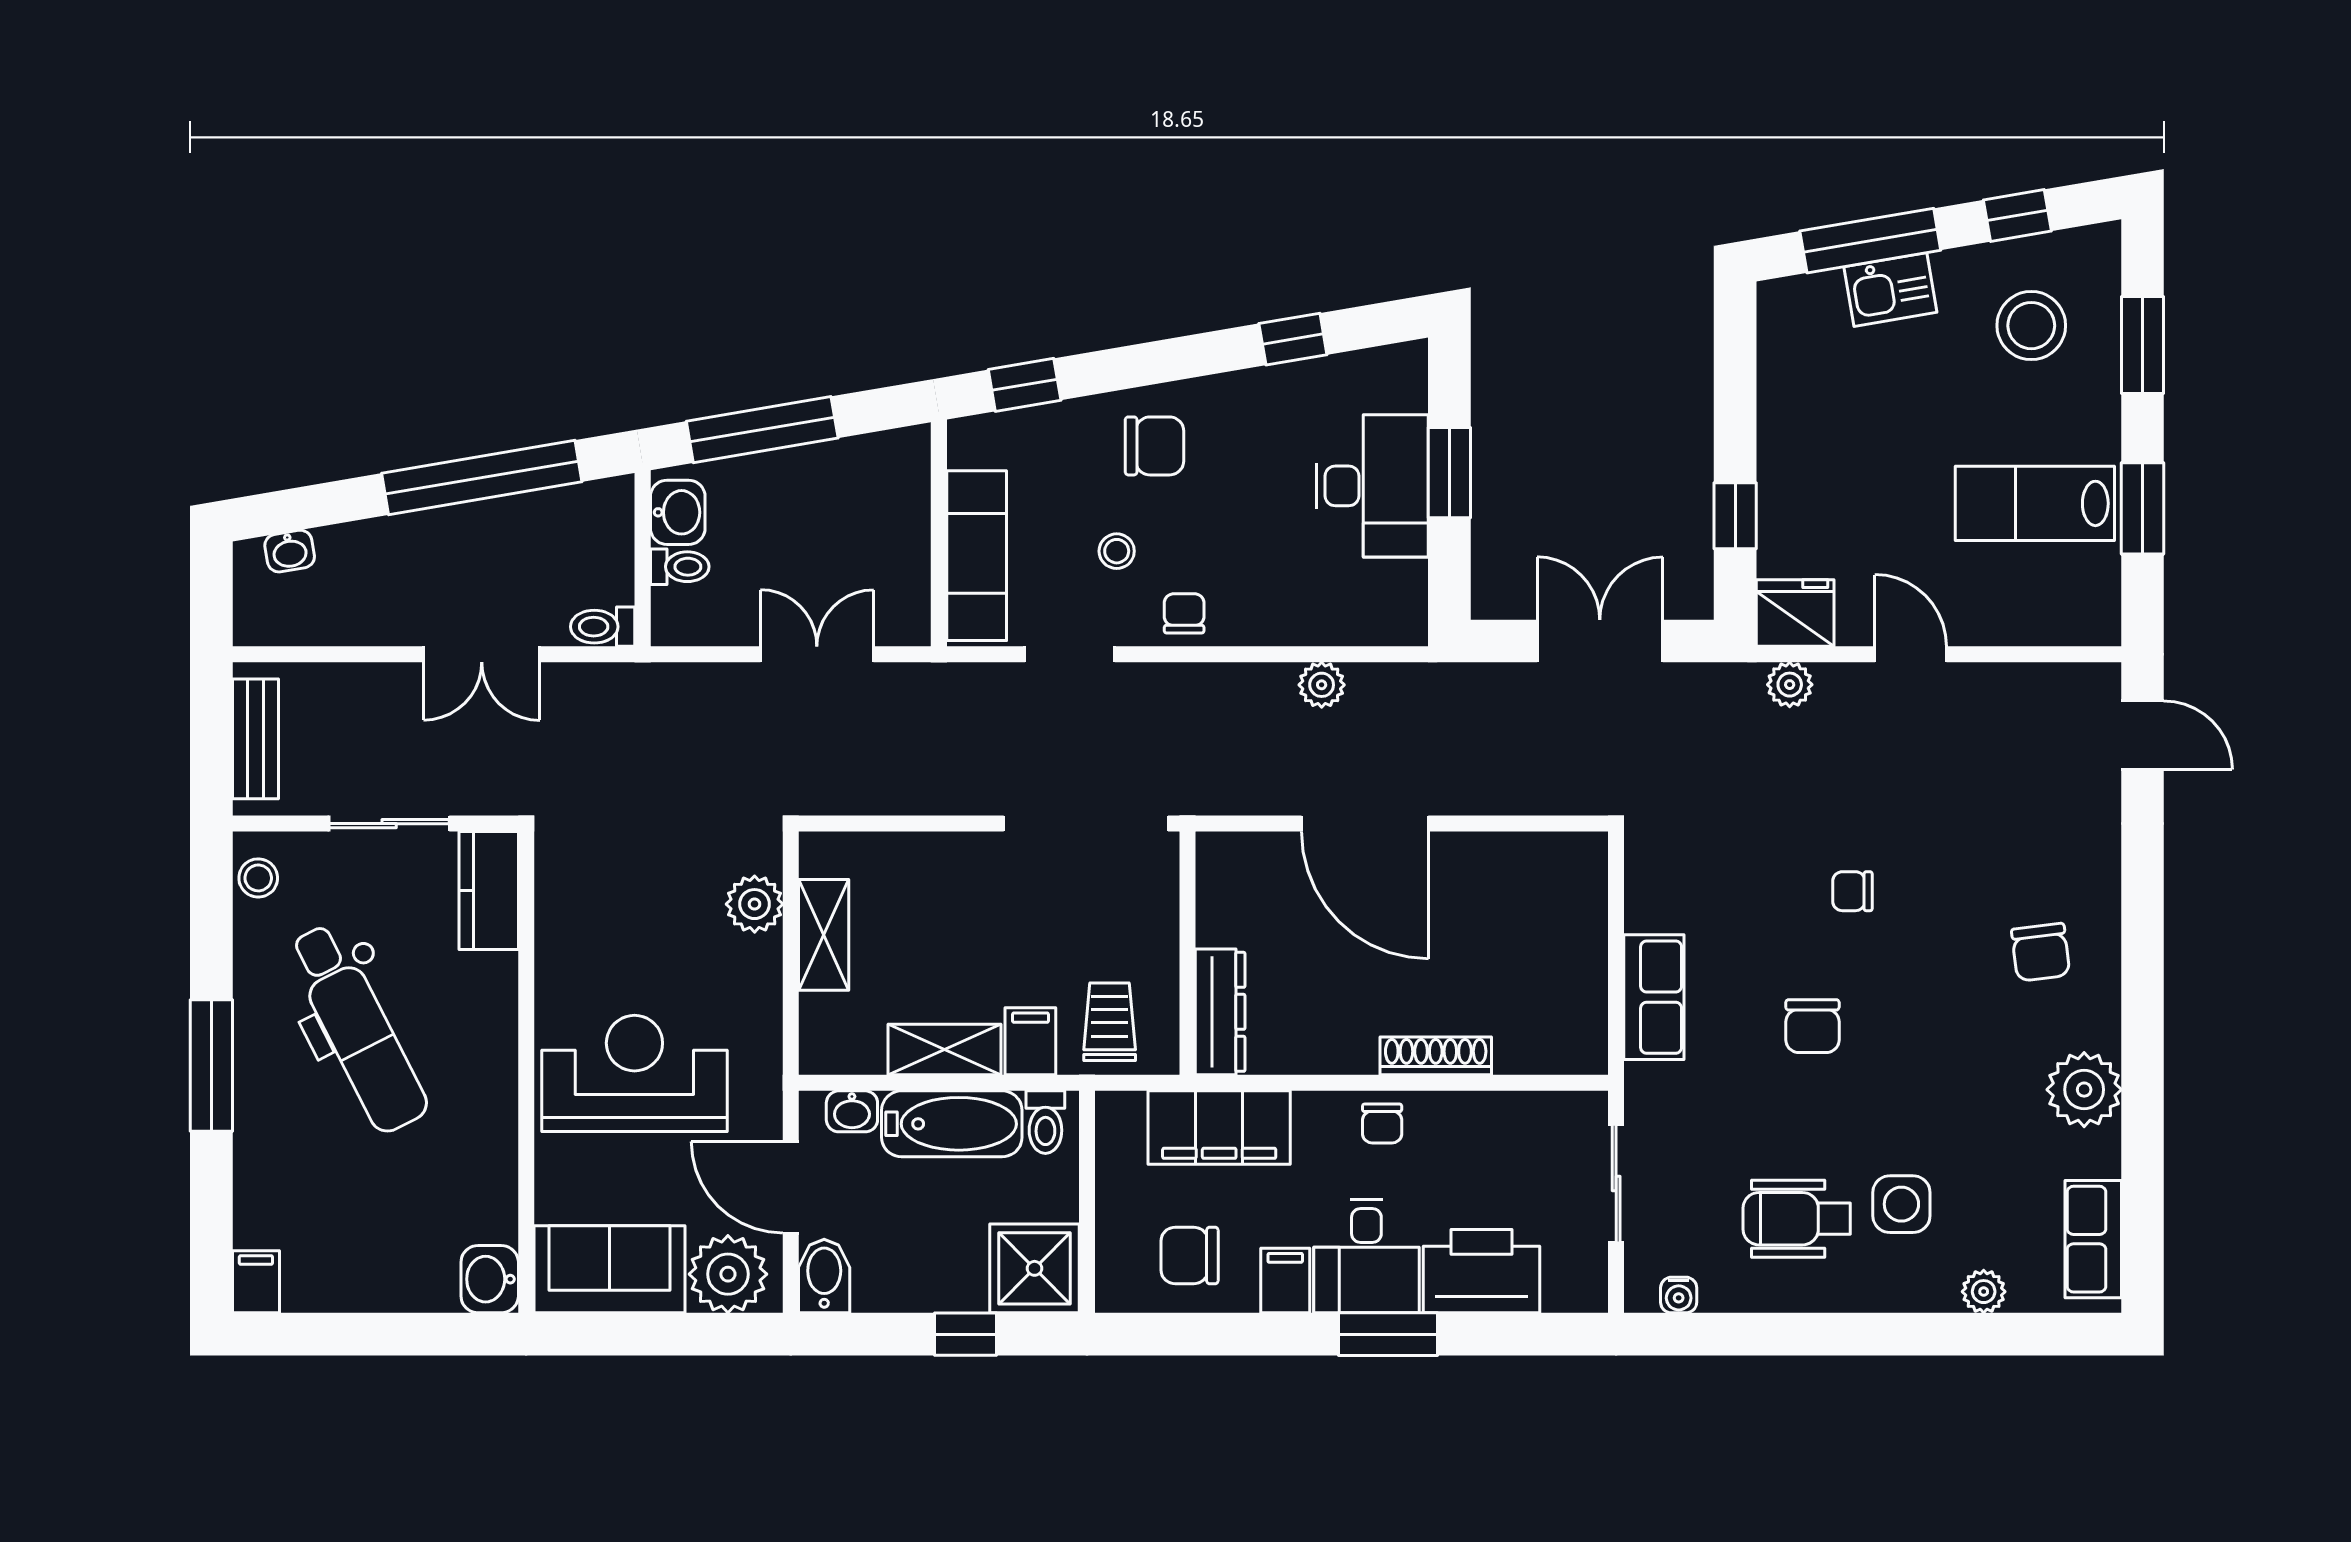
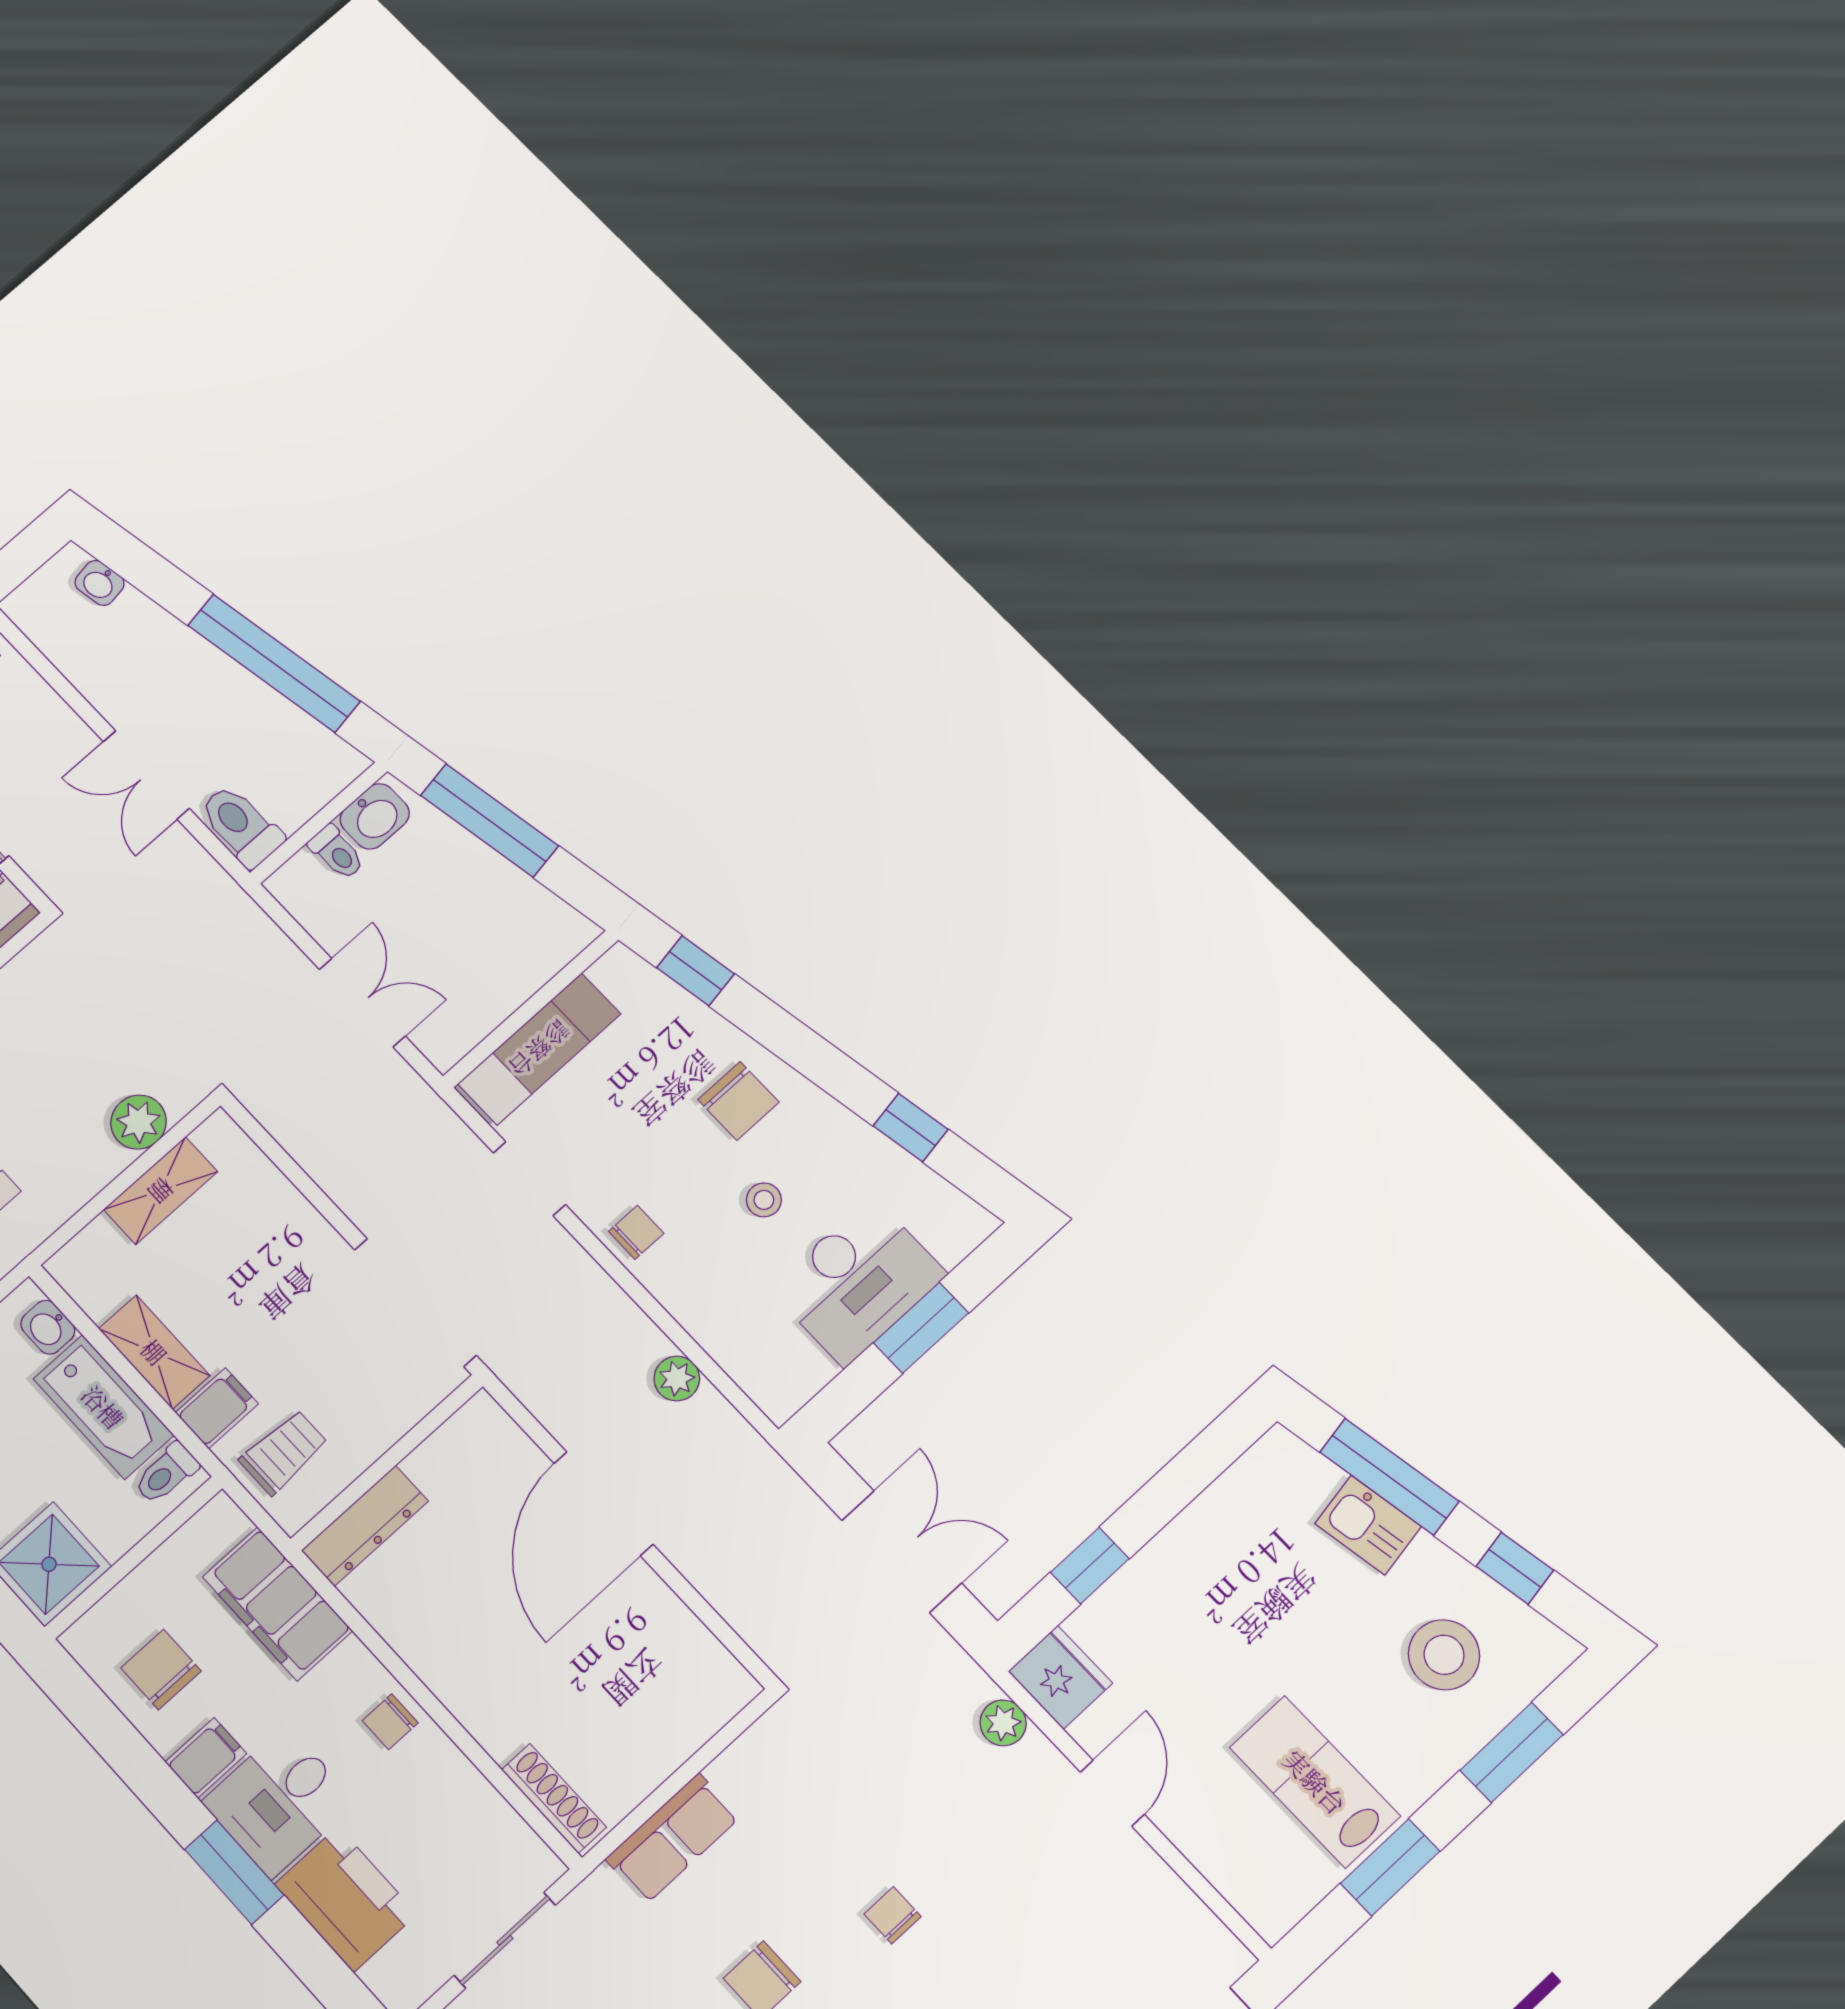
stool: (1117, 551) -> (764, 1200), moved
toilet: (603, 627) -> (241, 826), width x1.37, depth x1.39
shoe rack: (1436, 1056) -> (554, 1798), moved

